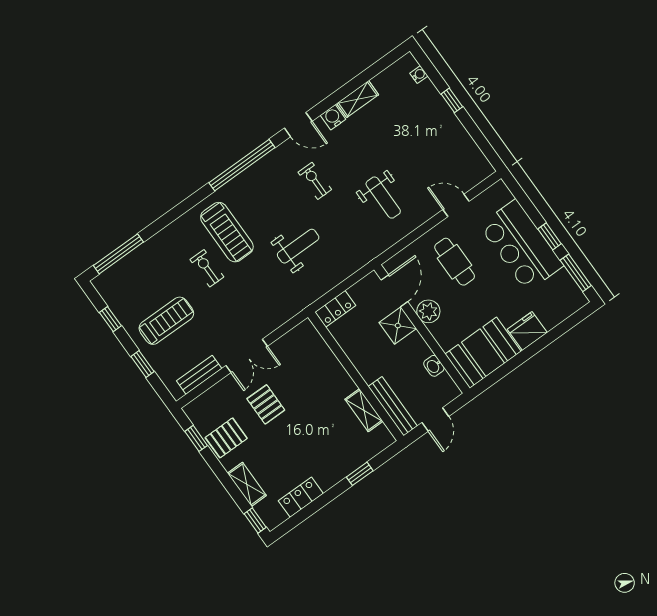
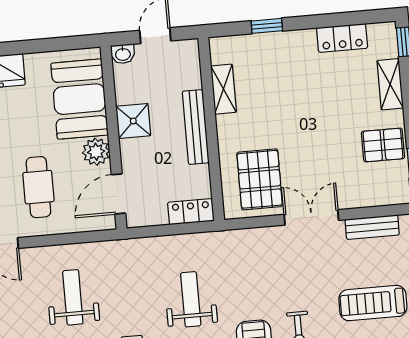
weight bench: (298, 246) -> (191, 299), turned 90
shower: (398, 326) -> (133, 121), moved
booth: (483, 353) -> (80, 99), moved, turned 90
washbasin: (434, 366) -> (123, 54), moved, turned 90
pallet: (266, 404) -> (260, 179), moved, width x1.50, depth x1.42
bench: (393, 406) -> (196, 127), moved

